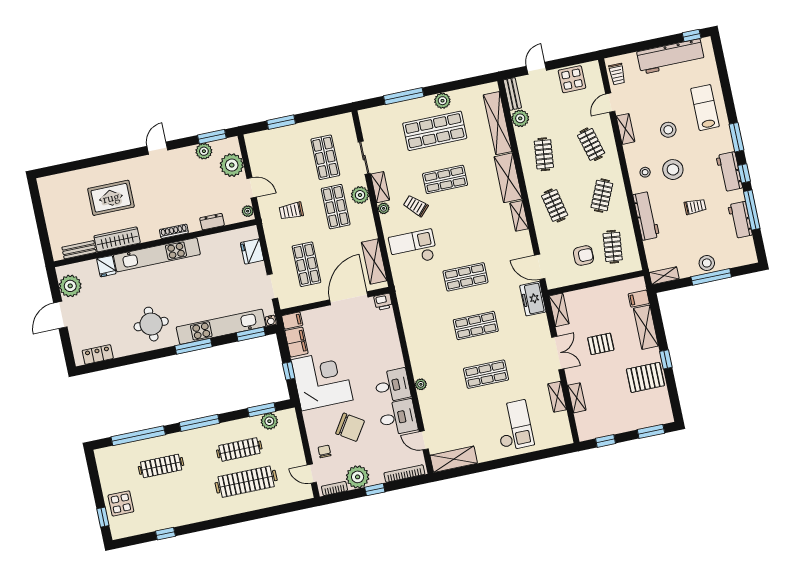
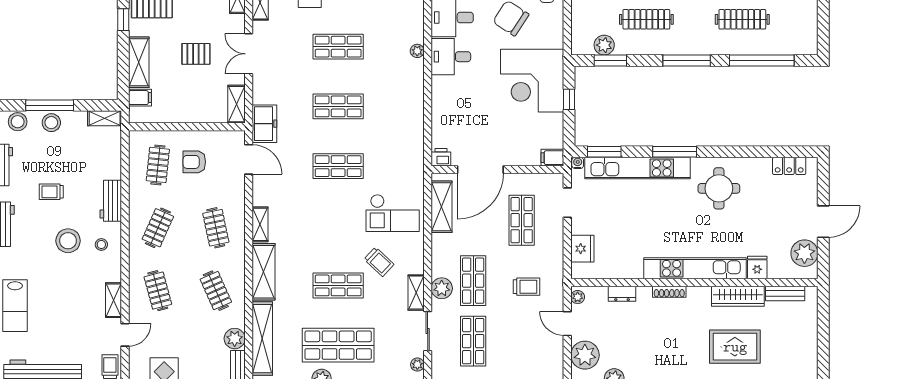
stool: (668, 130) -> (18, 122), moved
clothes rail: (544, 154) -> (216, 291), turned -30
plant: (384, 208) -> (417, 365), moved
workbench: (646, 216) -> (111, 201), width x0.73
filing cabinet: (296, 342) -> (553, 131), removed

